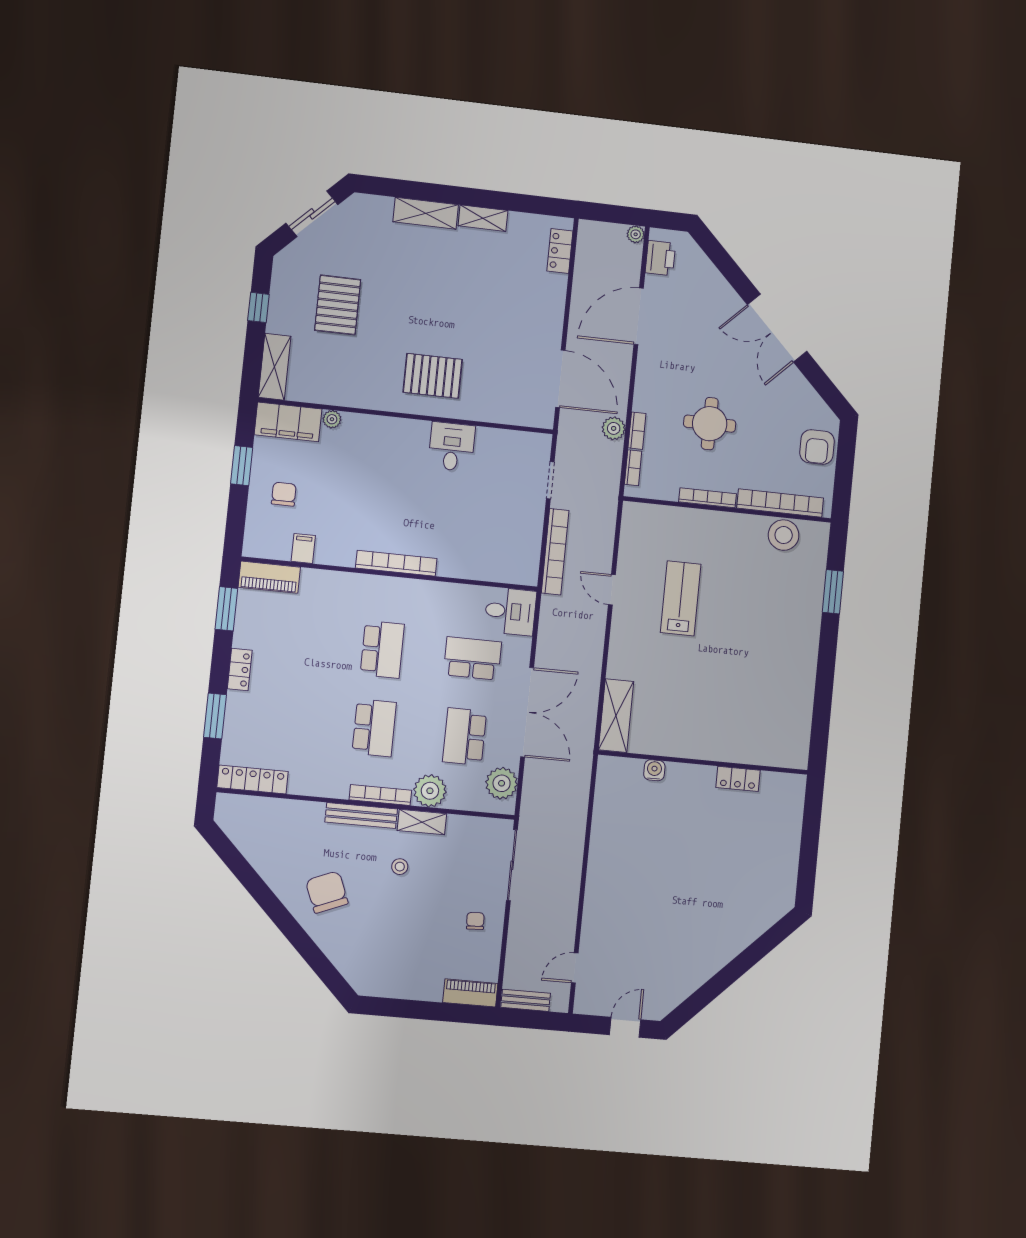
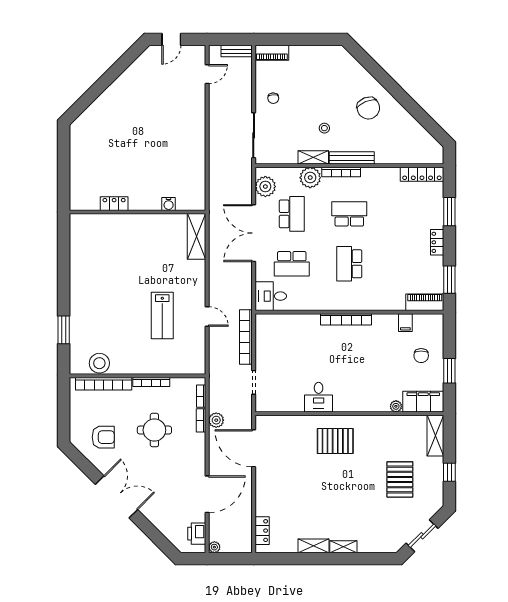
shelving: (426, 213) -> (343, 547), width x0.67, depth x0.75
armchair: (817, 447) -> (103, 437), moved, turned 90
school desk: (374, 728) -> (349, 214), turned 90

